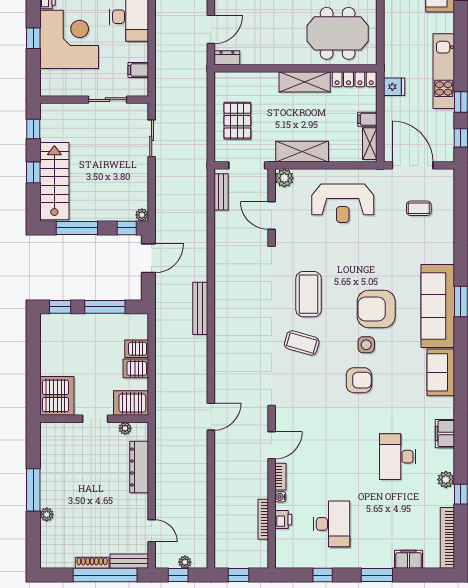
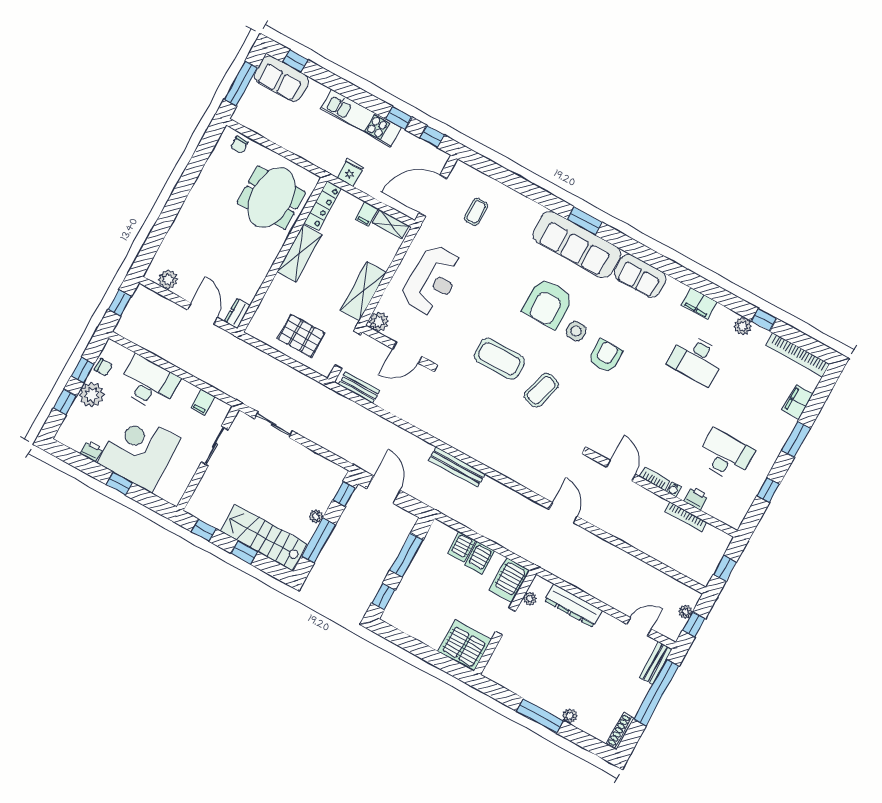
plant: (142, 215) -> (316, 516), moved
shoe rack: (92, 563) -> (620, 731), moved

